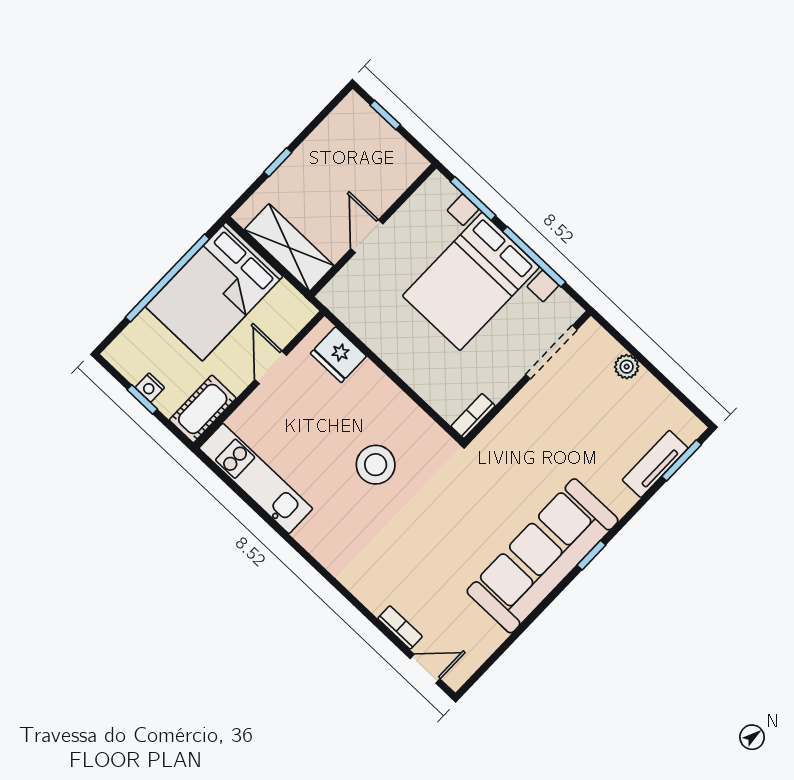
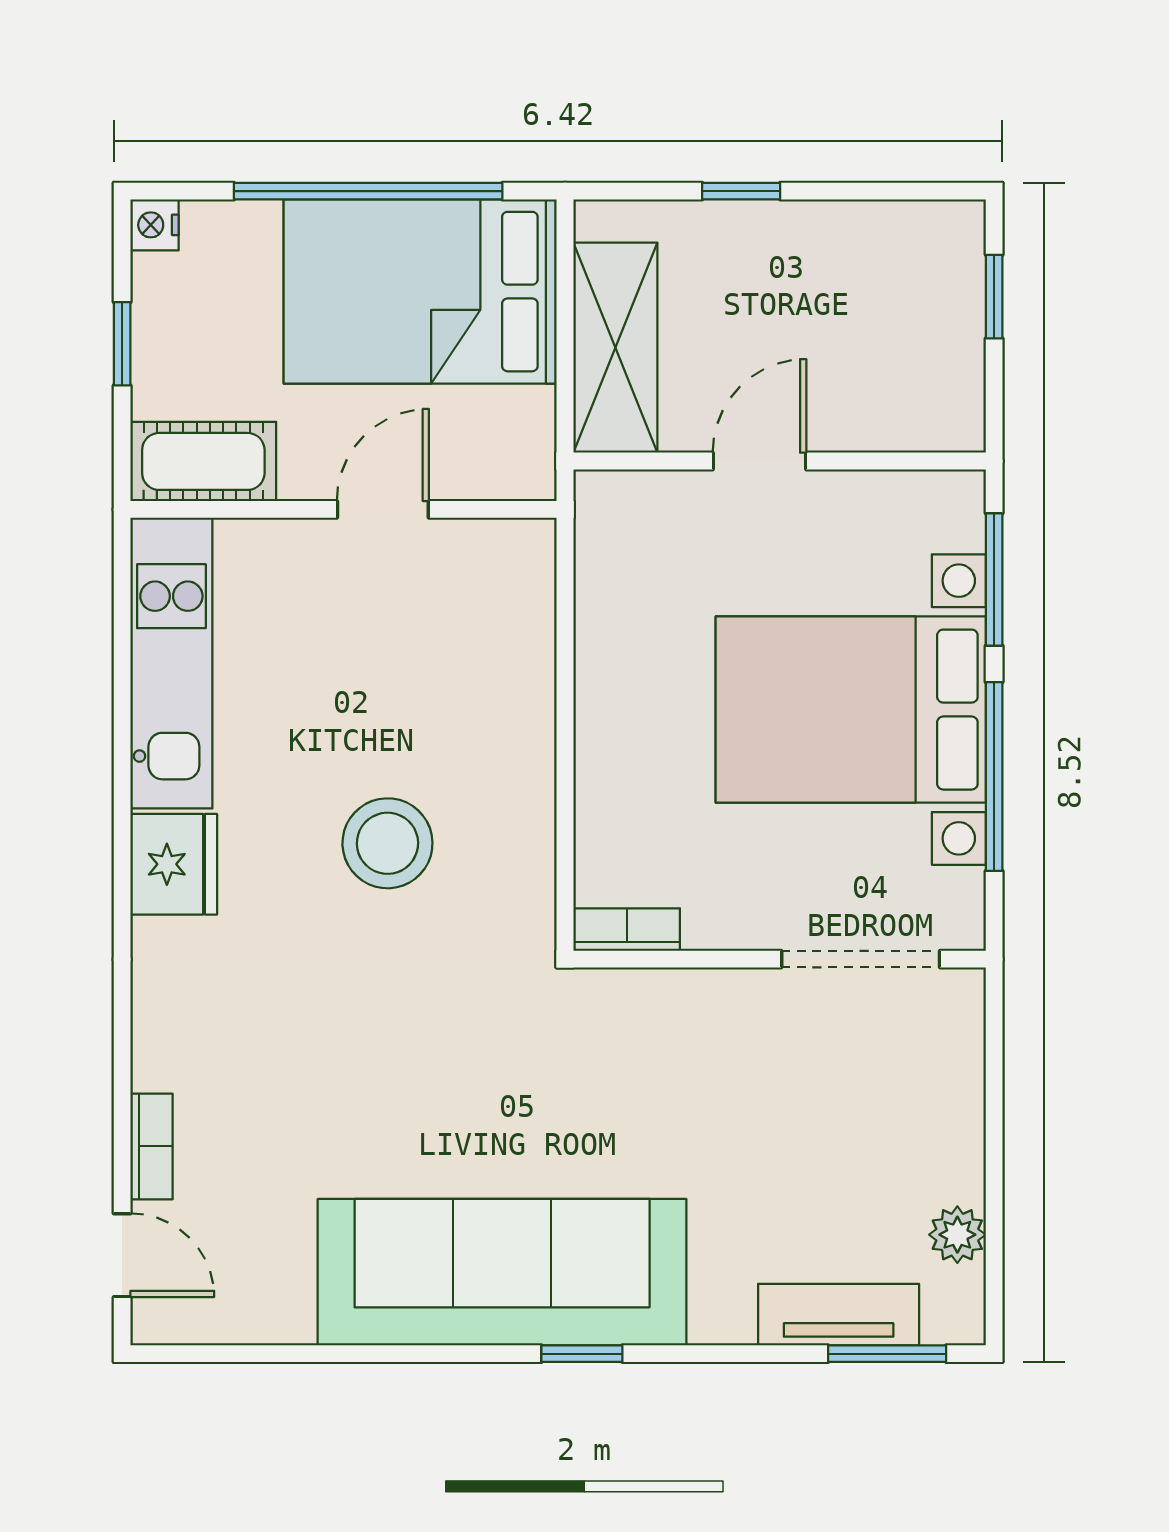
fridge: (338, 355) -> (174, 864), moved, turned 180
plant: (627, 367) -> (957, 1235), moved
nightstand: (150, 388) -> (155, 225), moved

